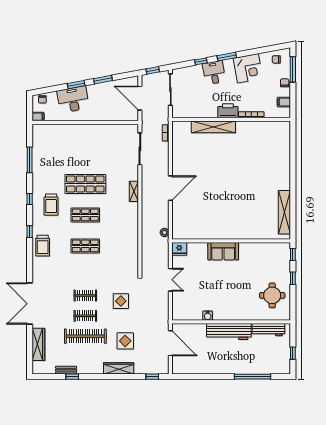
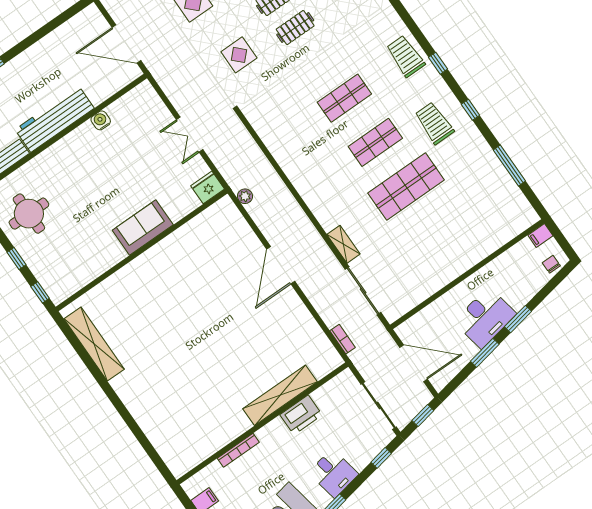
window: (201, 61) -> (381, 458), moved
desk: (73, 99) -> (485, 318), moved
printer: (228, 111) -> (301, 415), moved
shelving: (134, 191) -> (343, 244), moved

